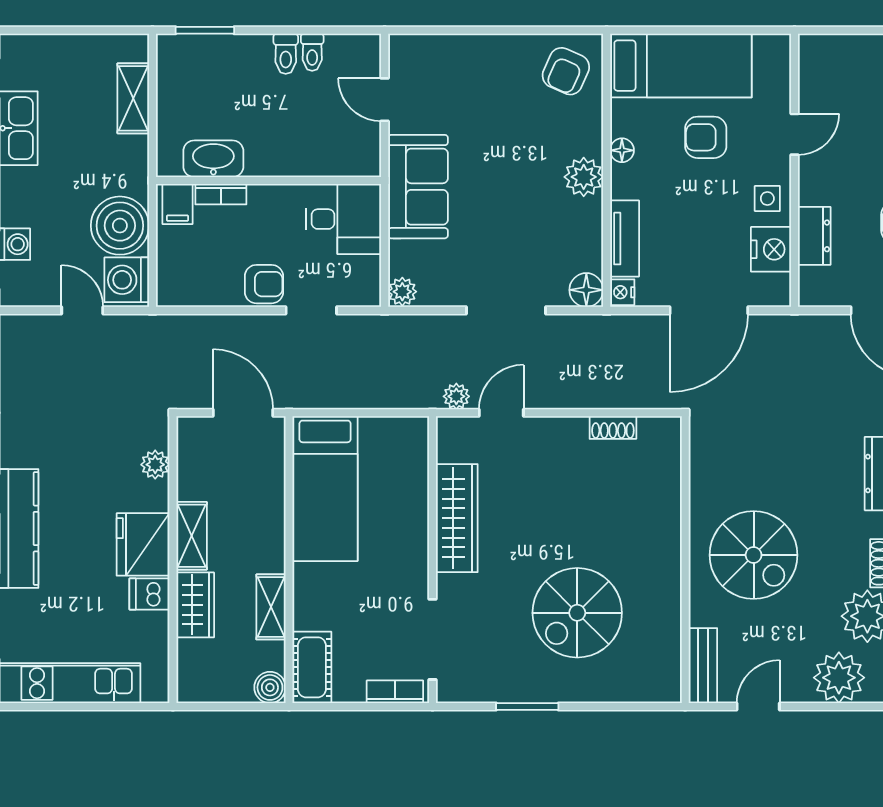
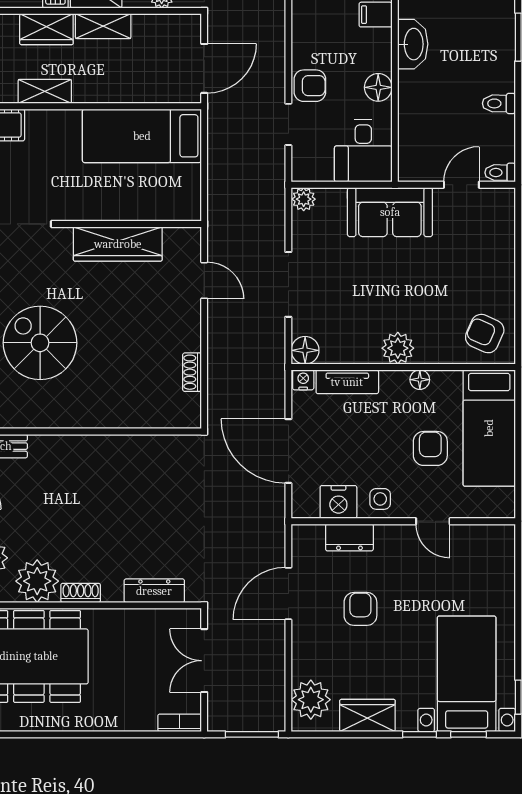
toilet: (312, 52) -> (500, 173), moved
bookcase: (221, 194) -> (384, 50), removed
floor lamp: (266, 201) -> (378, 87), added
armchair: (264, 284) -> (310, 86), turned -90
plant: (456, 396) -> (218, 244), removed
spiral stairs: (754, 555) -> (87, 488), removed

